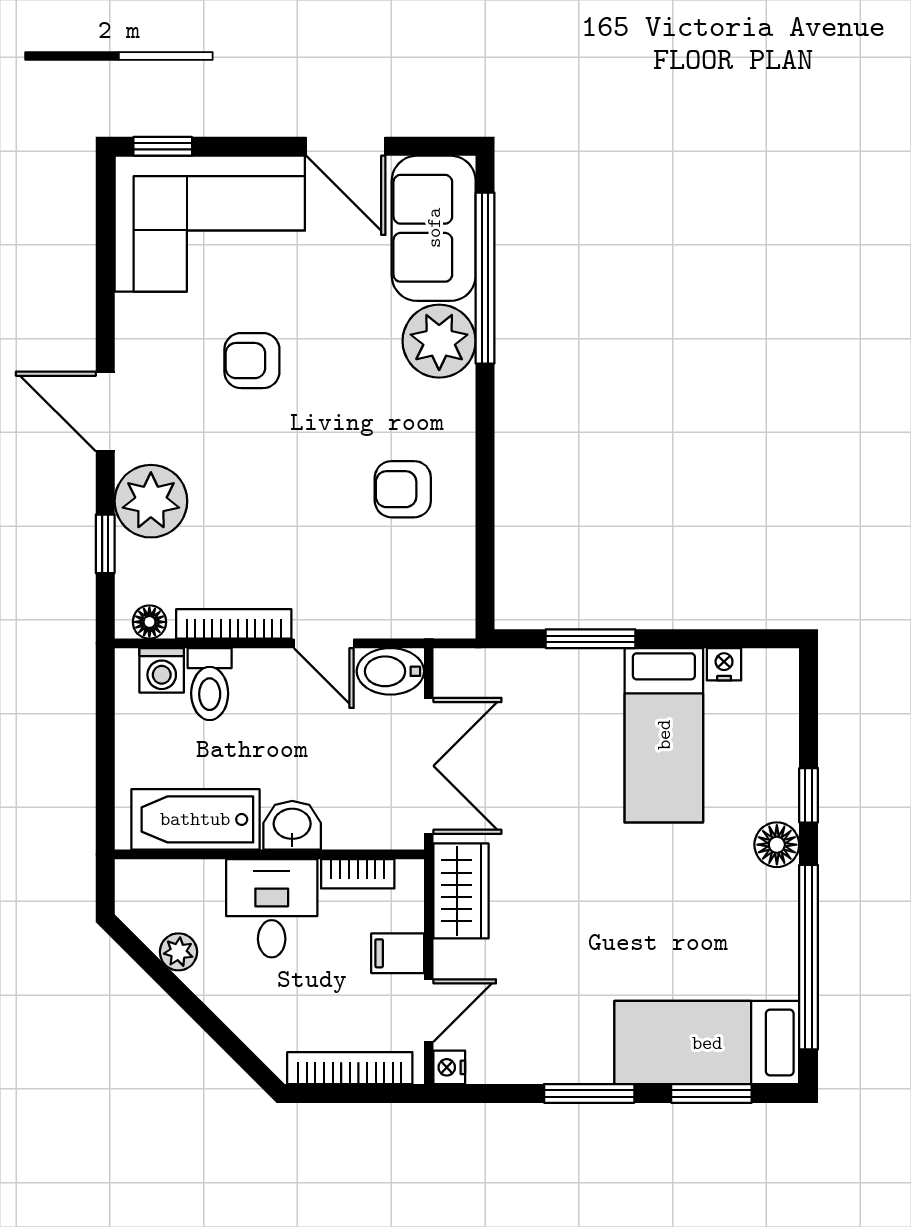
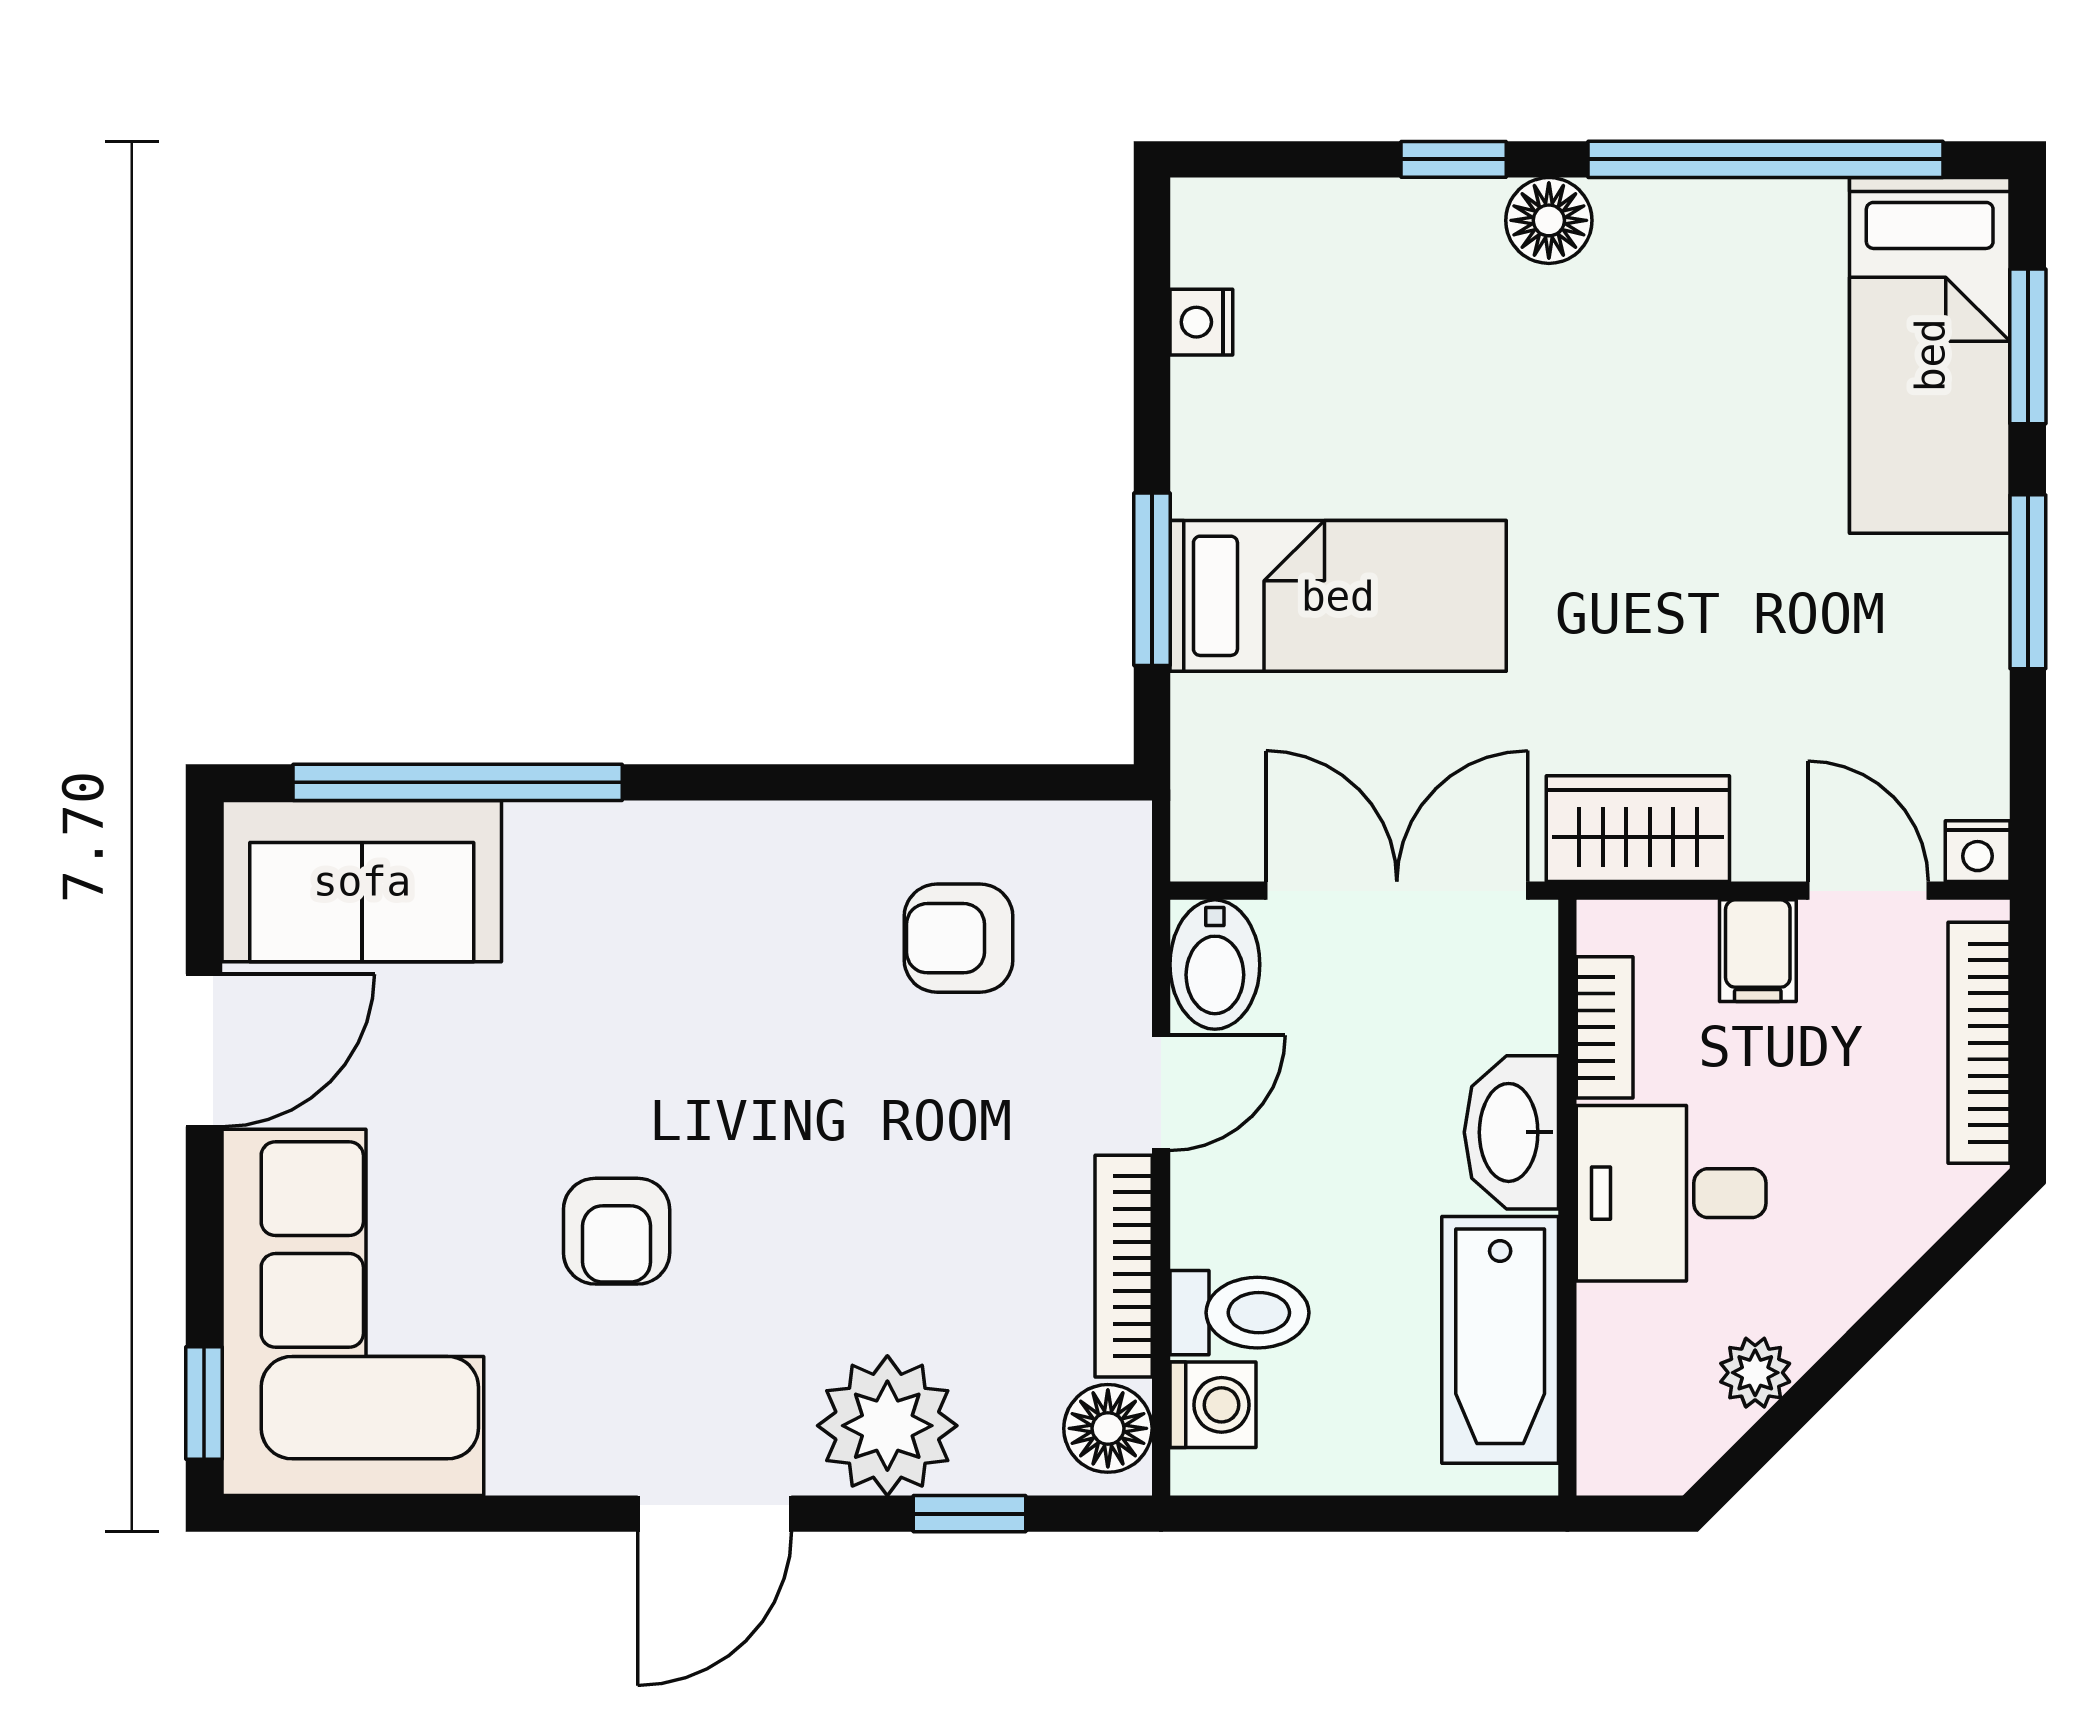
plant: (439, 341) -> (579, 871), removed
armchair: (403, 489) -> (958, 938), moved, turned 90
floor lamp: (149, 622) -> (1108, 1428), width x1.37, depth x1.37
bed: (664, 735) -> (1338, 596), moved
washbasin: (292, 825) -> (1511, 1132), width x1.38

